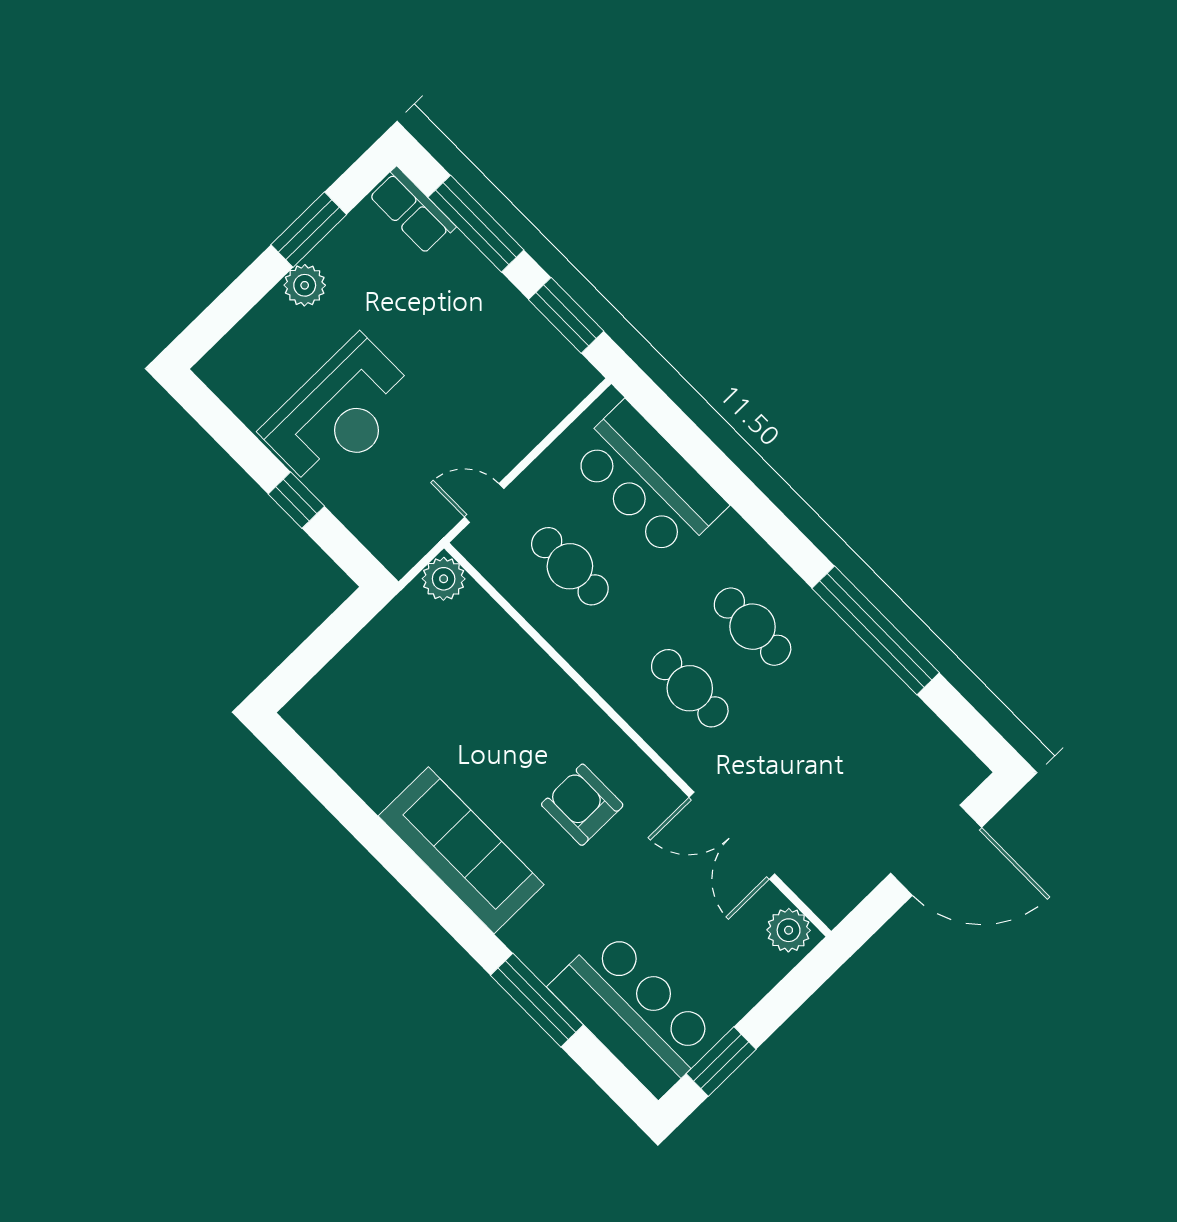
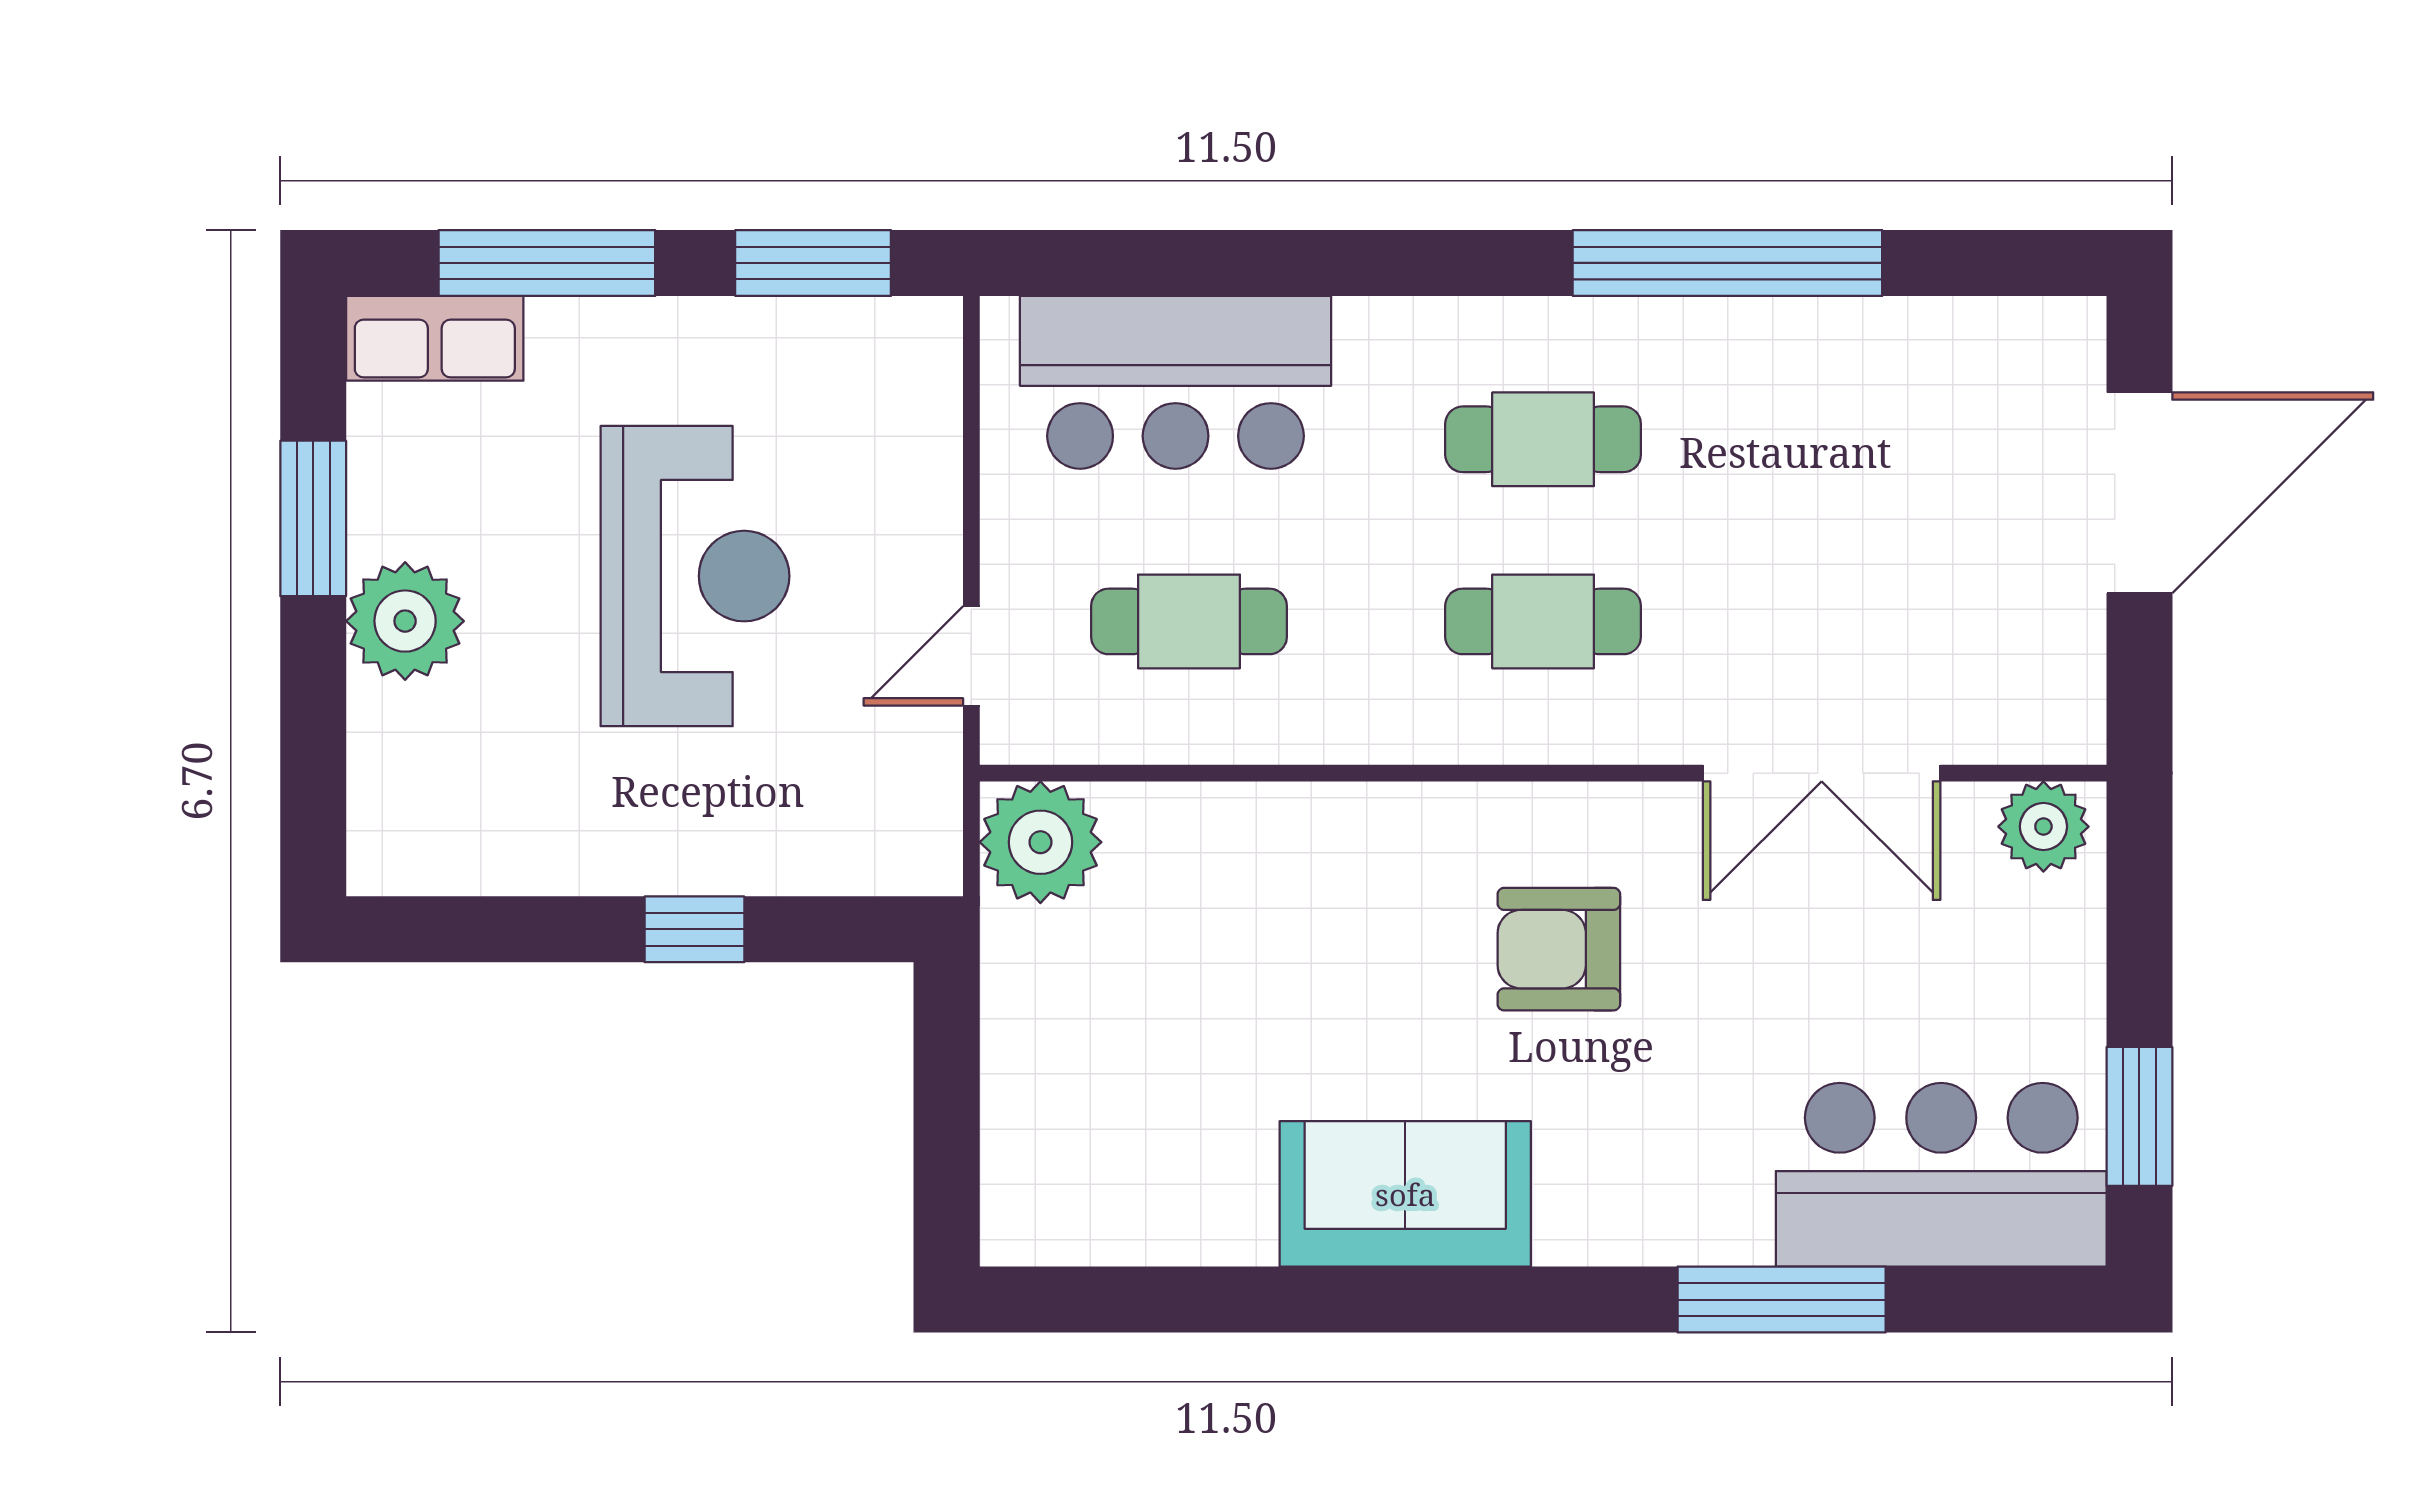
plant: (305, 285) -> (405, 621), width x1.36, depth x1.36
reception desk: (340, 413) -> (695, 576), moved
plant: (444, 579) -> (1040, 842), width x1.36, depth x1.36
sofa: (461, 850) -> (1405, 1194), width x0.73

